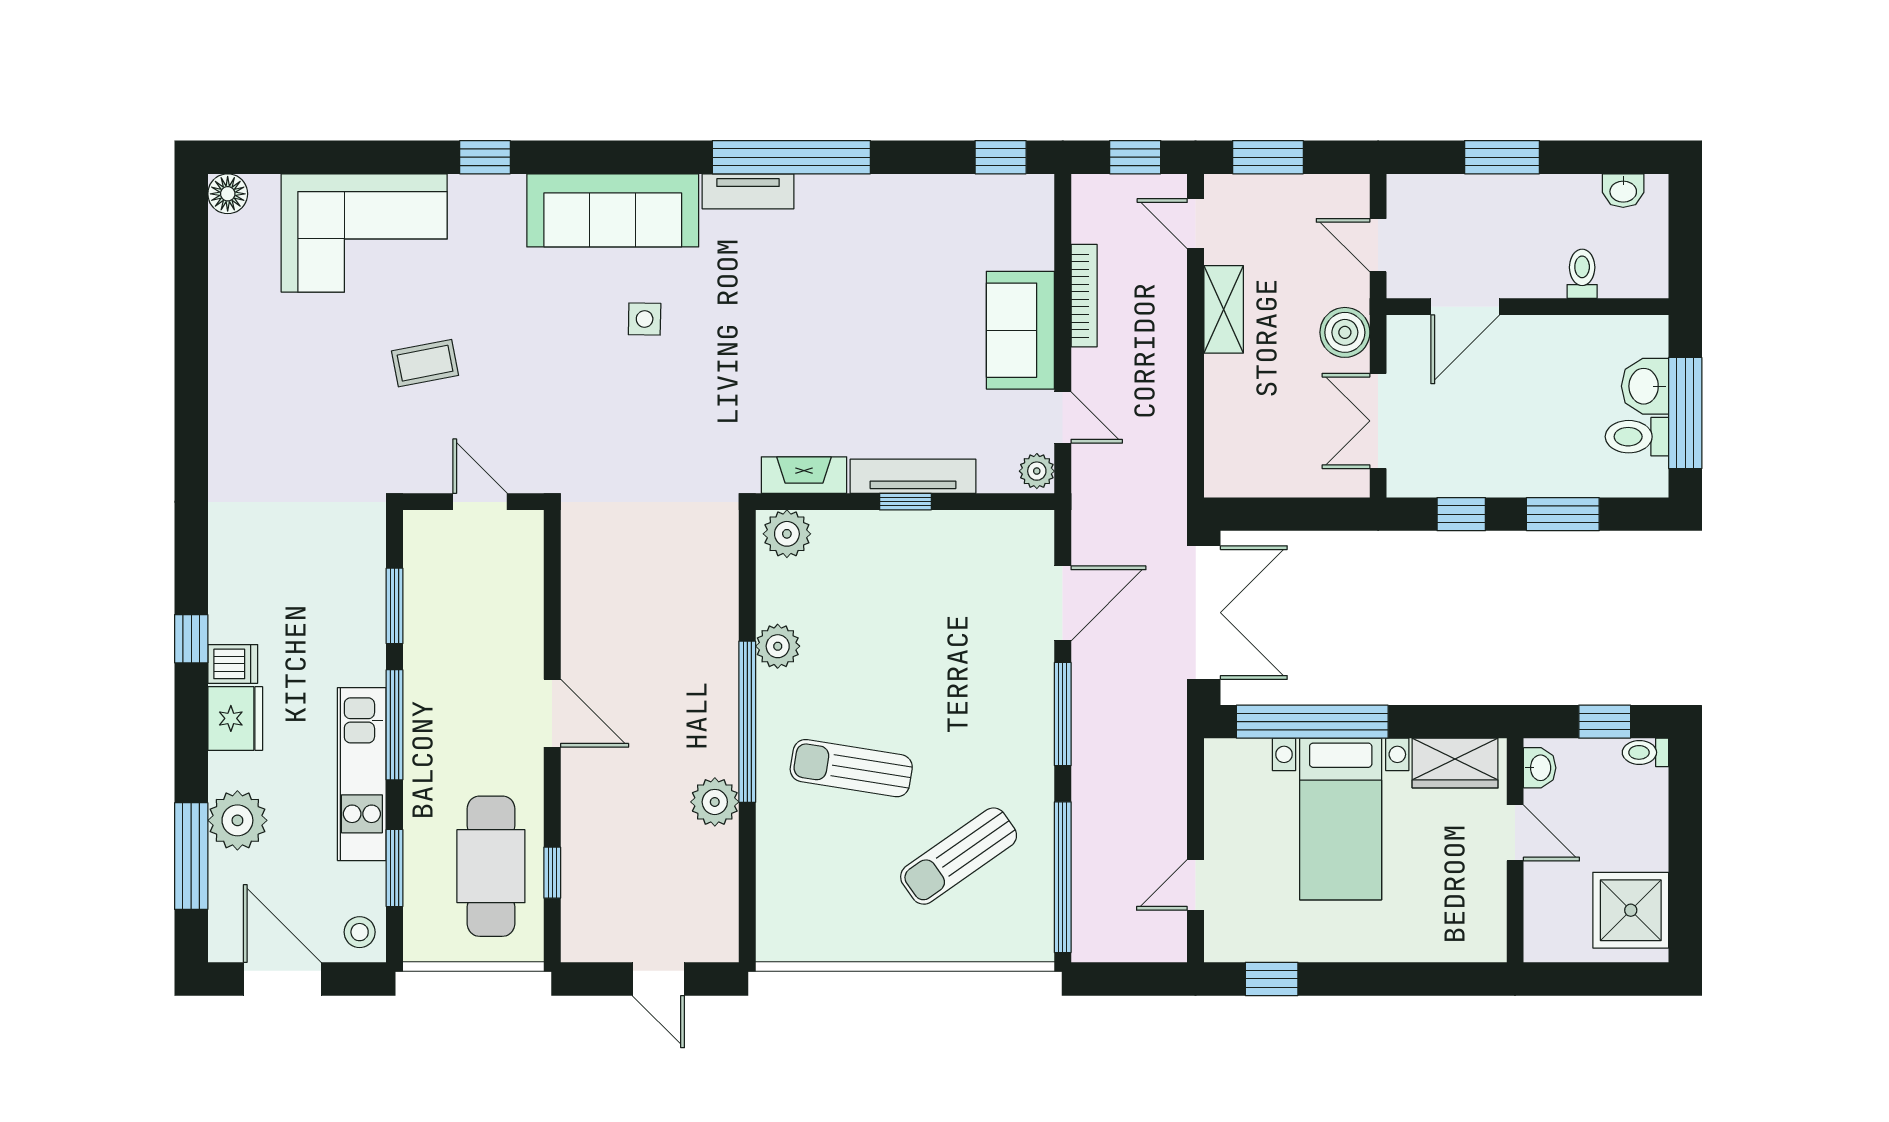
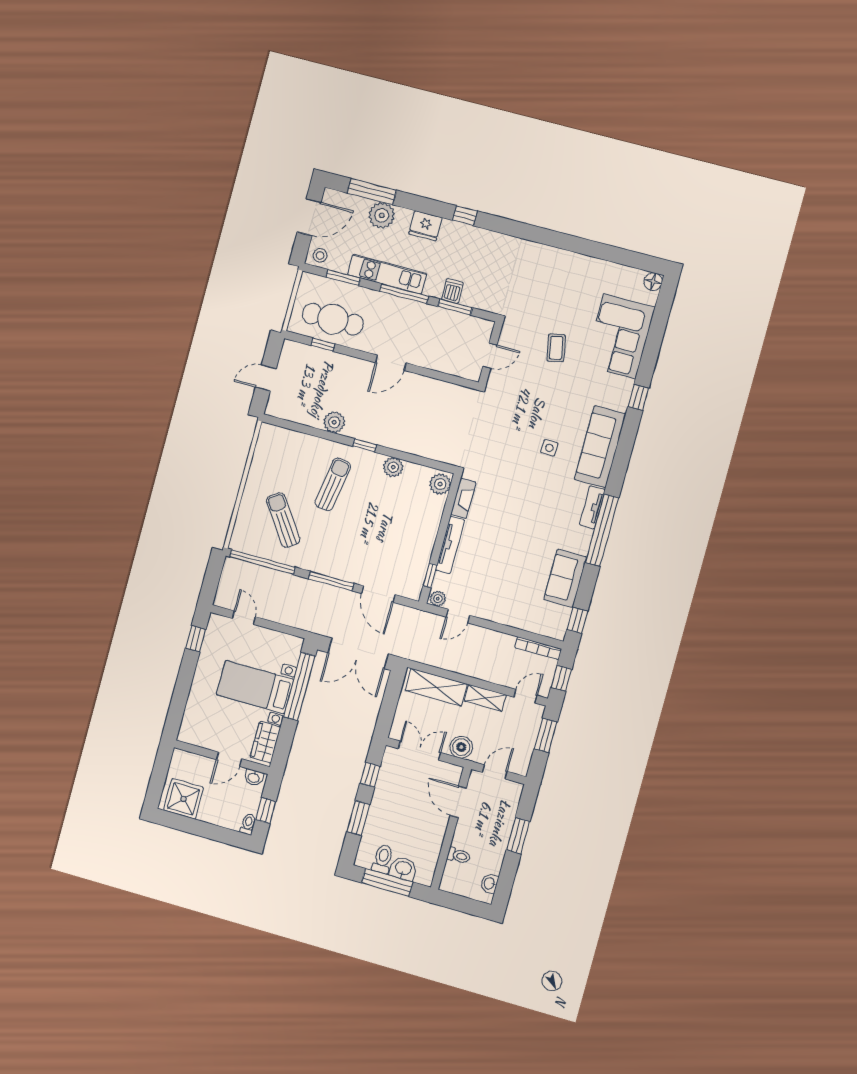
bookcase: (1084, 296) -> (538, 648), moved
sofa: (1020, 330) -> (565, 578), moved, turned -90
shelving: (1230, 422) -> (436, 687), added
window: (905, 502) -> (430, 576), moved
dishwasher: (233, 664) -> (452, 291), moved, turned 180
window: (747, 722) -> (365, 445), width x0.32

